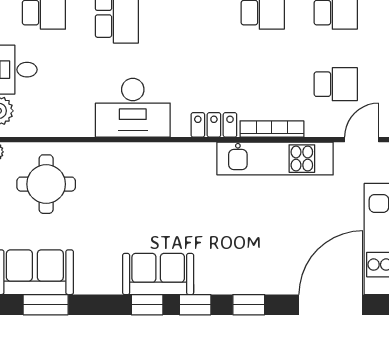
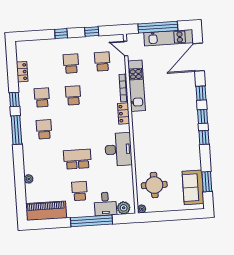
sofa: (158, 274) -> (190, 134), removed
door: (331, 305) -> (199, 57), hinge flipped

